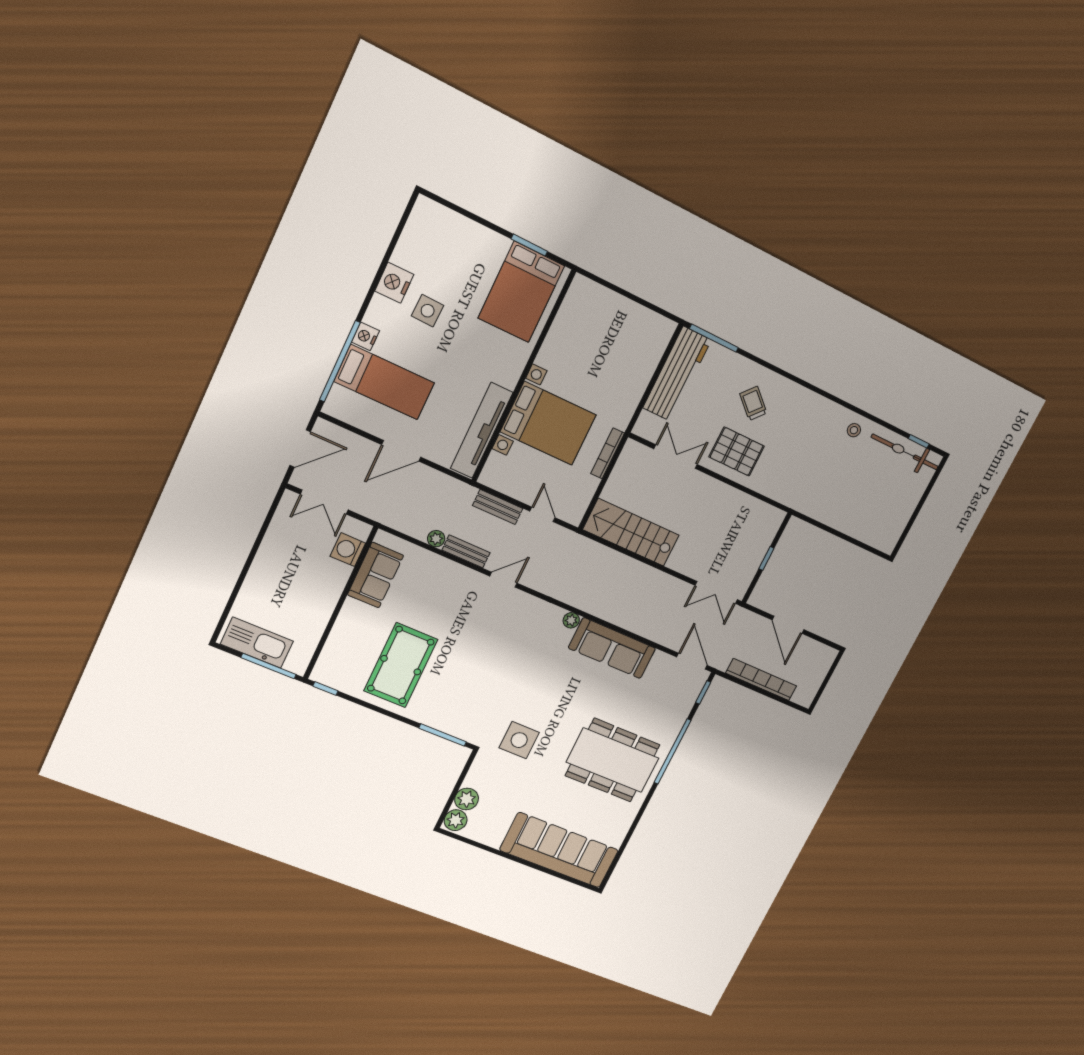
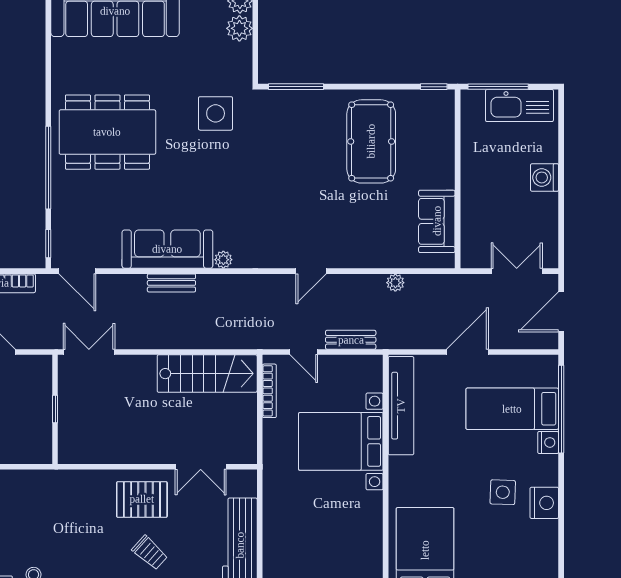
bookcase: (608, 453) -> (269, 391), moved
washing machine: (348, 550) -> (545, 177), moved, turned 180
bench: (466, 551) -> (171, 283), moved

